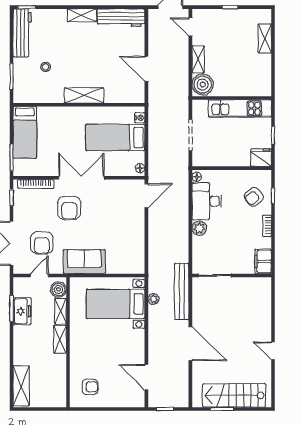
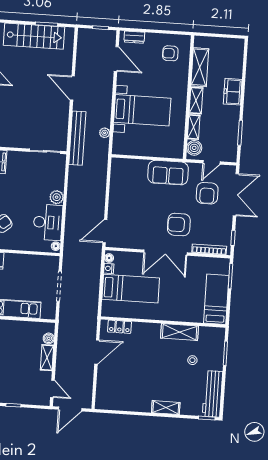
shelving: (82, 15) -> (166, 408), moved
workbench: (121, 18) -> (118, 402), removed
door: (146, 69) -> (97, 352), hinge flipped
boiler: (203, 85) -> (49, 338), width x0.54, depth x0.54
shelving: (84, 95) -> (180, 332), moved
locker: (124, 97) -> (120, 327), added
nightstand: (140, 118) -> (109, 269), moved
armchair: (69, 208) -> (179, 225), turned -90
armchair: (42, 243) -> (207, 193), turned 180
bed with nightstands: (116, 304) -> (142, 110), moved
freezer: (22, 311) -> (233, 92), moved
door: (190, 344) -> (72, 88), width x0.73
shelving: (21, 386) -> (200, 67), moved
dresser: (129, 401) -> (134, 37), added

